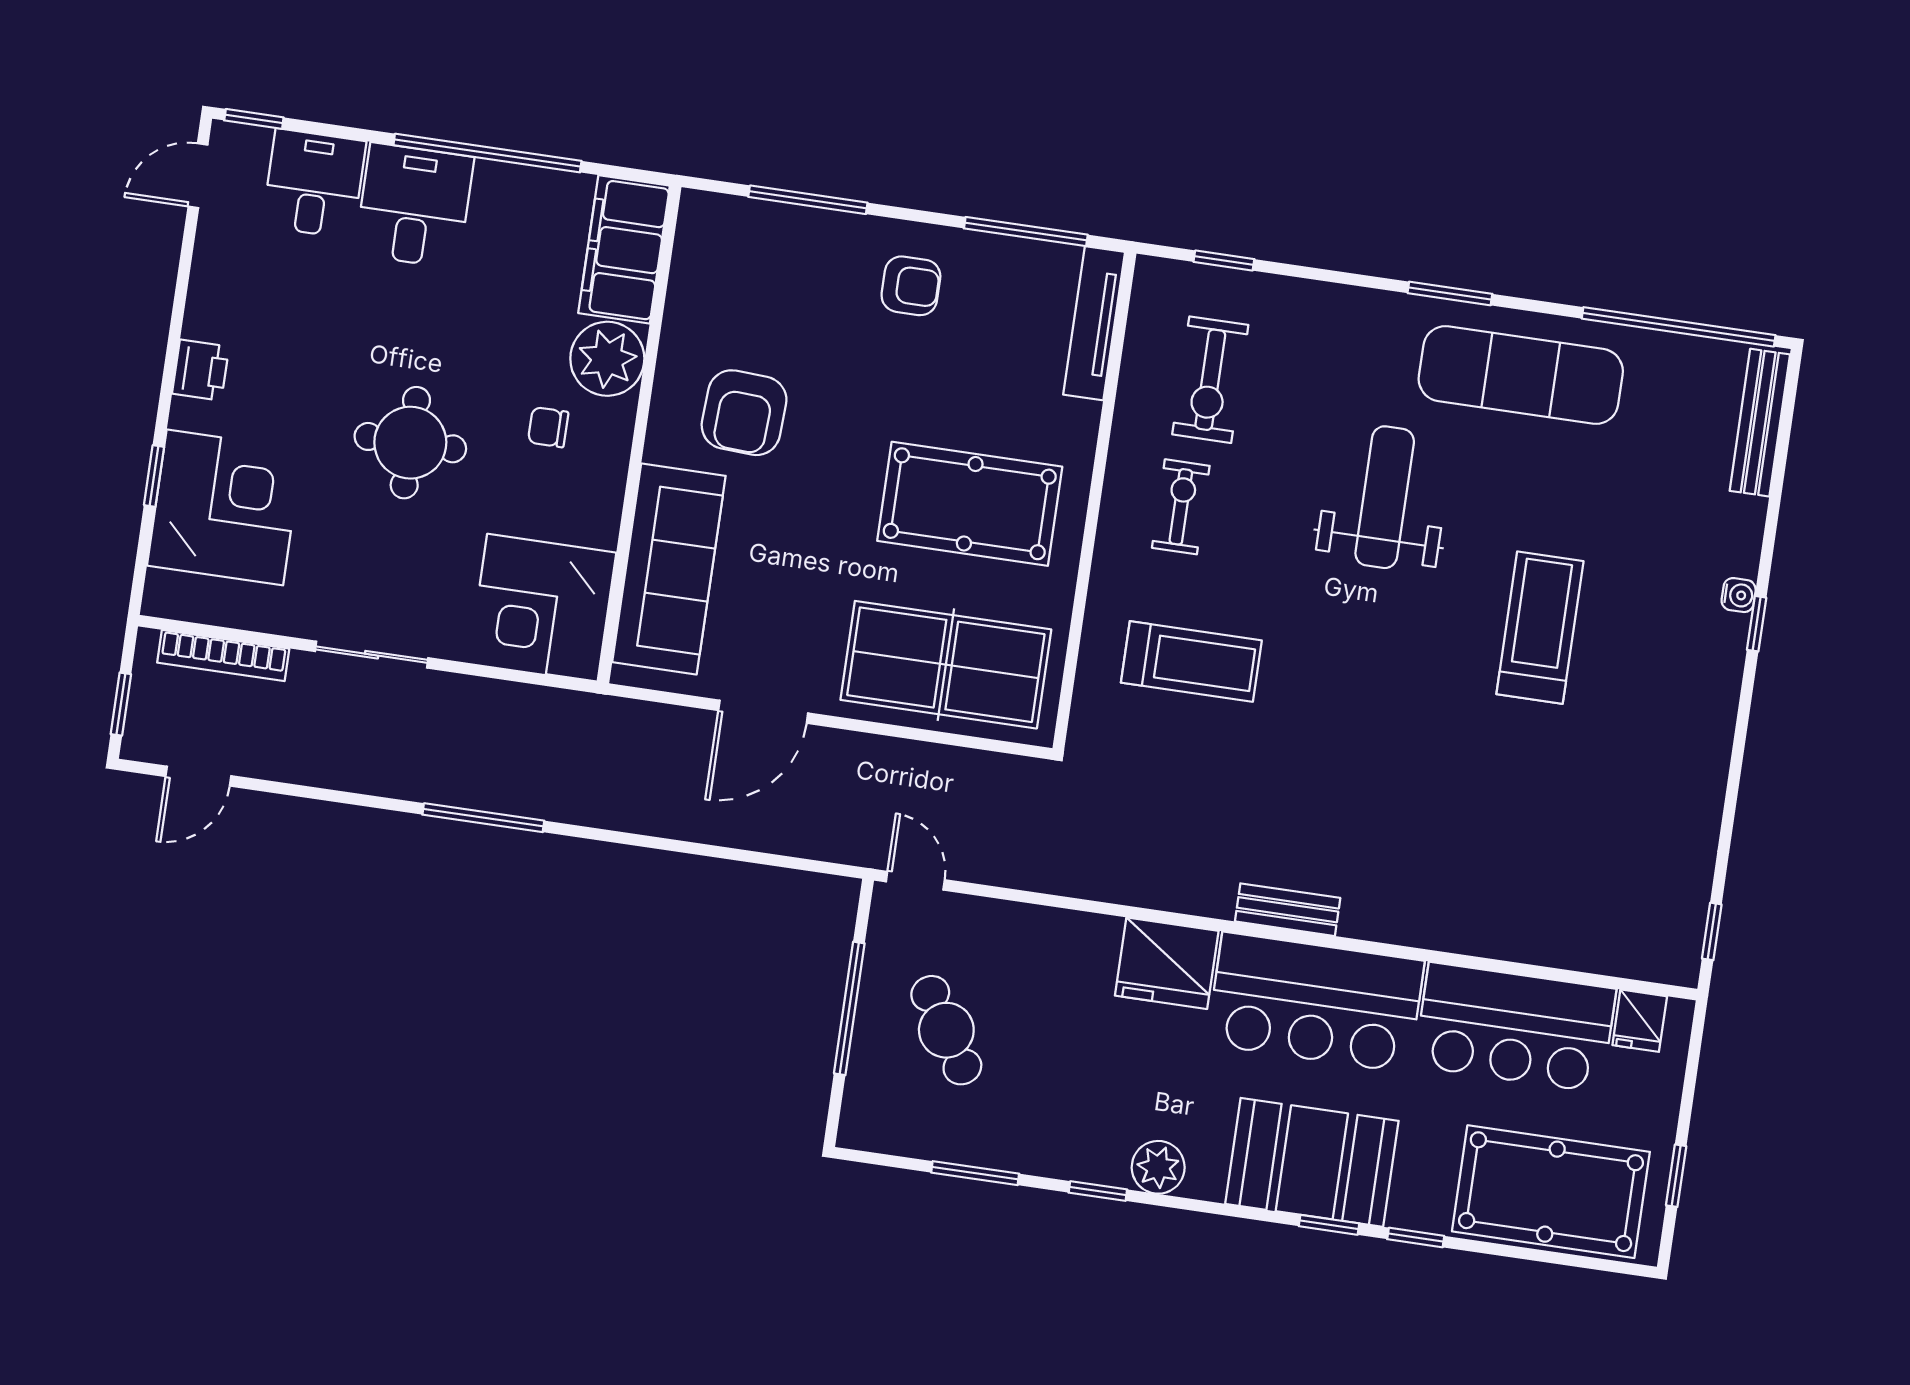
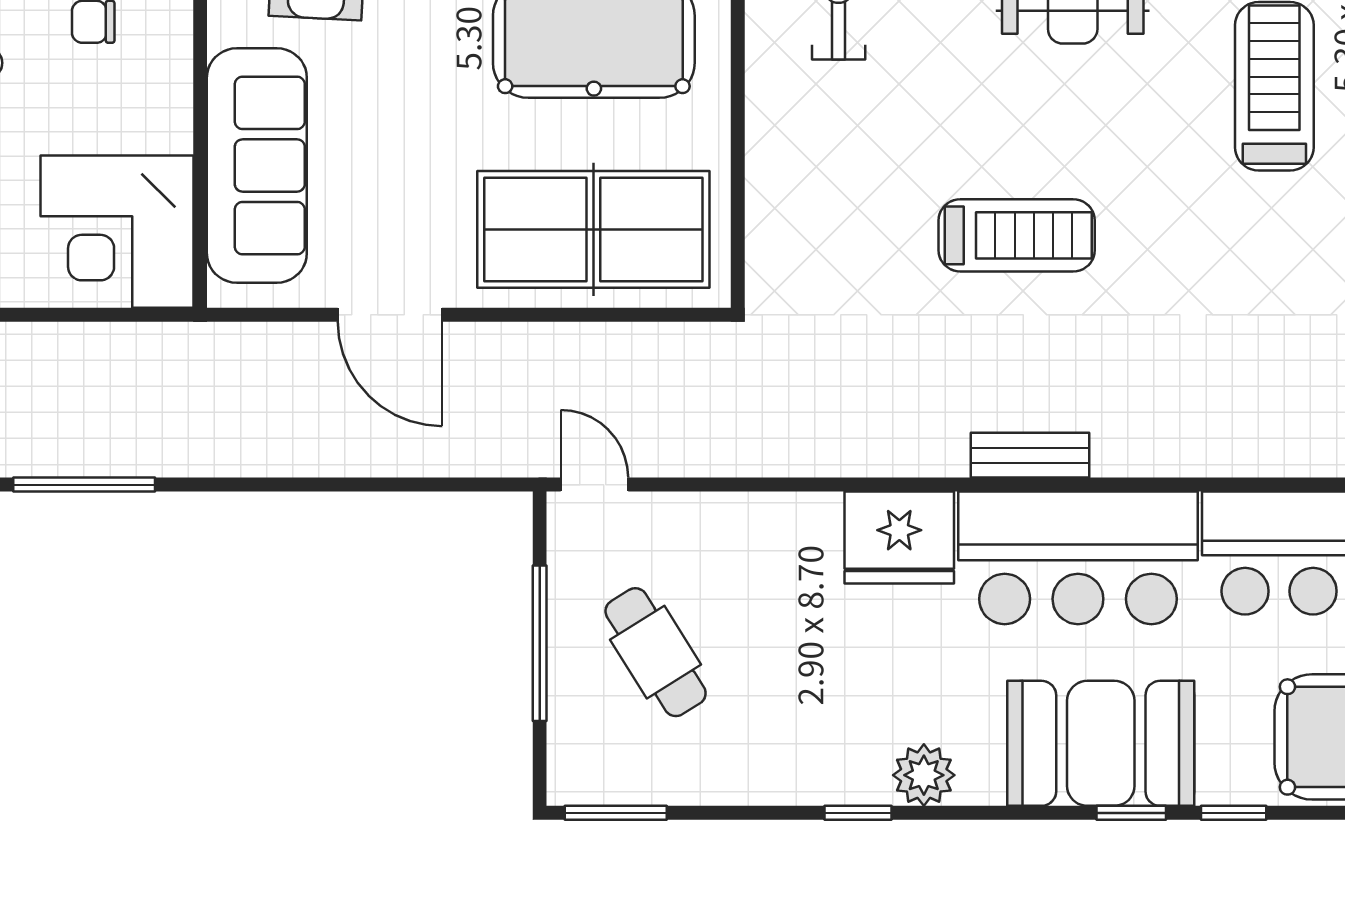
treadmill: (1191, 661) -> (1017, 235), moved
door: (763, 712) -> (390, 315), hinge flipped
window: (975, 1173) -> (616, 813), moved

